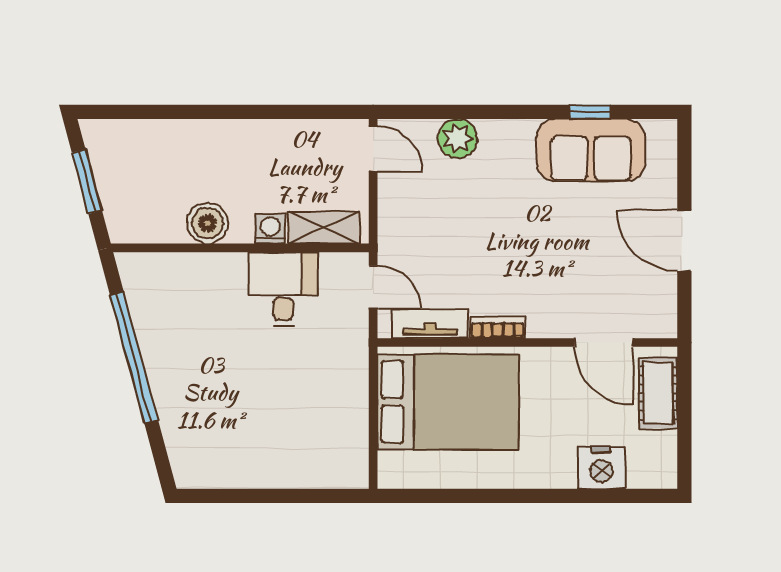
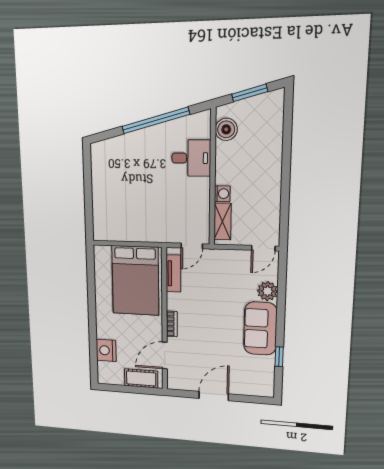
sofa: (591, 150) -> (260, 329), moved
boiler: (207, 223) -> (226, 129), moved
desk: (283, 289) -> (191, 158), moved
bookcase: (498, 327) -> (172, 324), moved

